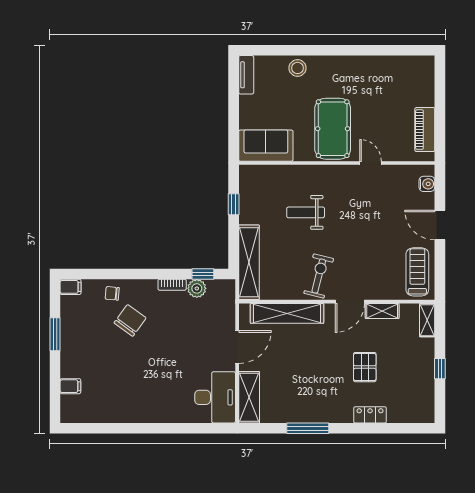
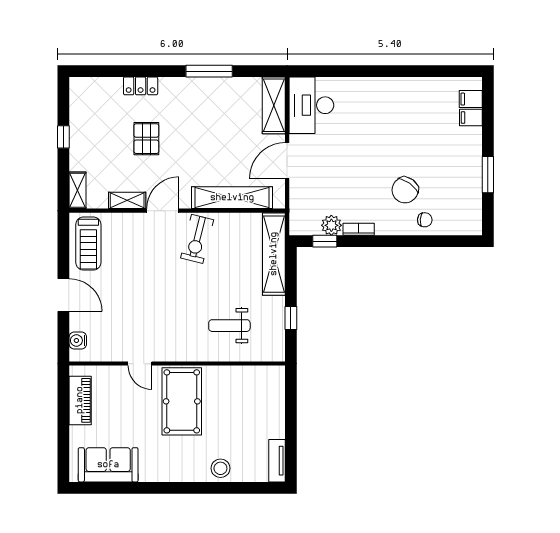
sofa: (266, 146) -> (108, 465), moved, turned 180
weight bench: (306, 212) -> (229, 326), moved, turned 180
filing cabinet: (71, 287) -> (471, 99), moved

